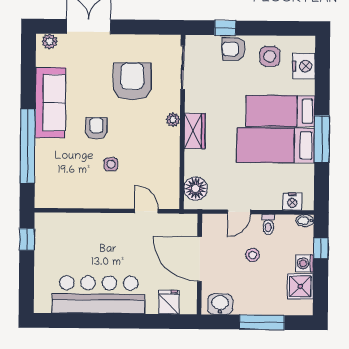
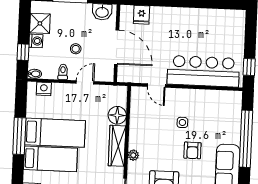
wardrobe: (195, 131) -> (117, 146), width x1.50
floor lamp: (196, 189) -> (117, 115), moved
bar counter: (99, 295) -> (203, 71), moved, turned 180

